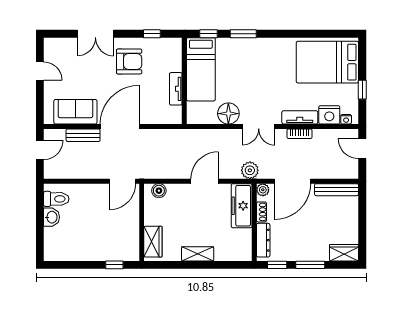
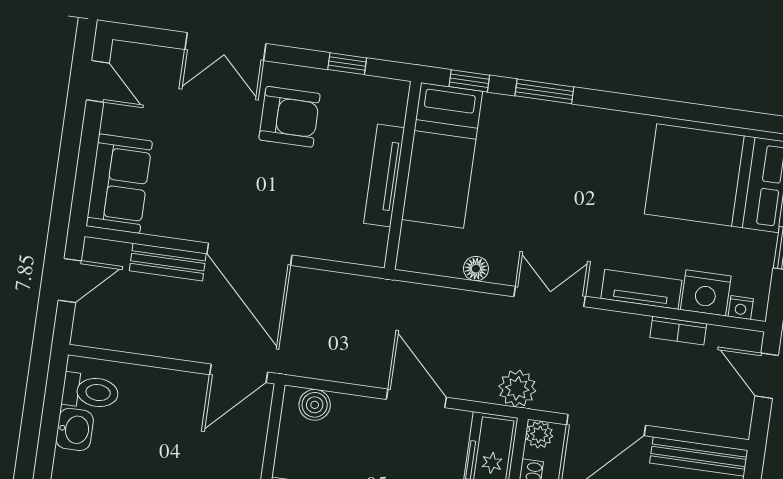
door: (40, 71) -> (98, 81), moved
tv unit: (176, 89) -> (384, 176), width x1.41
sofa: (75, 112) -> (119, 184), moved, turned 90
floor lamp: (228, 114) -> (476, 269), width x0.53, depth x0.53
door: (120, 126) -> (249, 254), swing flipped
double door: (259, 126) -> (550, 296), swing flipped
bookcase: (299, 134) -> (678, 331), moved
door: (205, 181) -> (416, 398), hinge flipped

